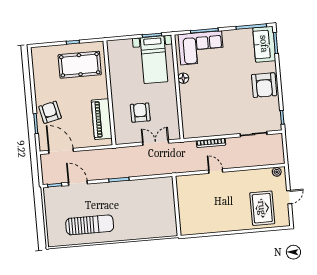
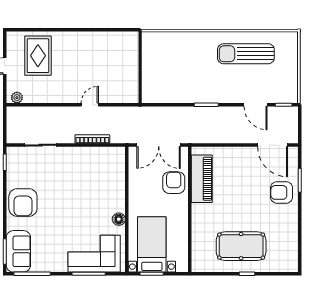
armchair: (264, 85) -> (23, 203), turned 180
wall: (109, 93) -> (190, 209), moved
armchair: (50, 112) -> (281, 192), turned 103
armchair: (140, 113) -> (174, 183), turned 180
piano: (102, 119) -> (202, 179), moved
double door: (156, 143) -> (159, 145), width x1.37
door: (216, 171) -> (90, 105), swing flipped

